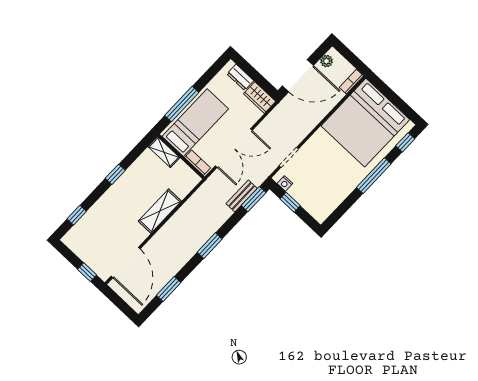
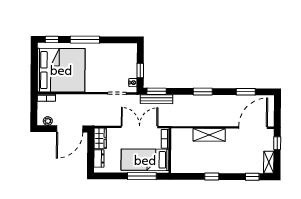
door: (298, 76) -> (70, 129), swing flipped
shelving: (164, 152) -> (269, 162), moved
bench: (242, 196) -> (157, 99), width x1.36

